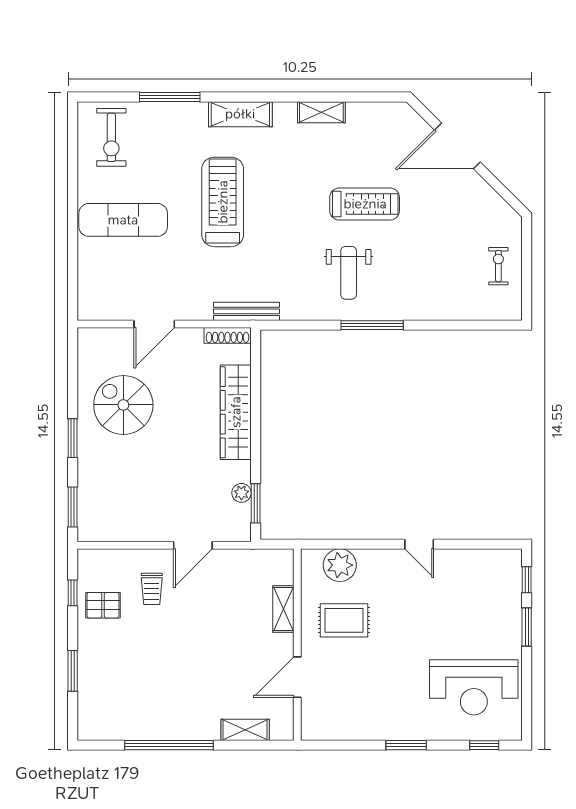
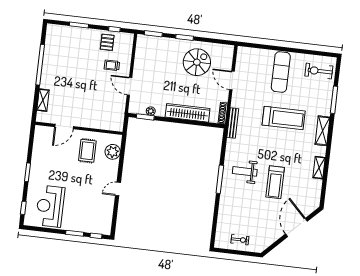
shelving: (283, 609) -> (96, 124), removed
door: (297, 677) -> (64, 127), swing flipped

